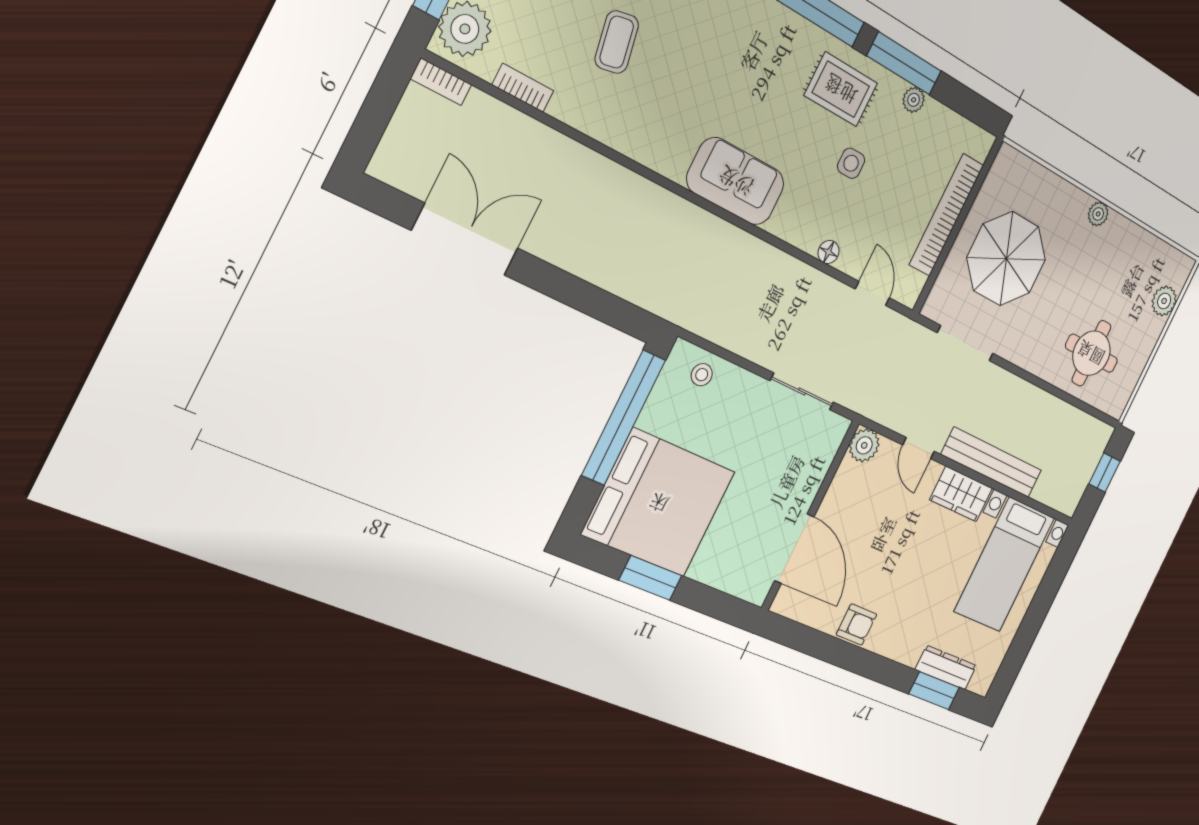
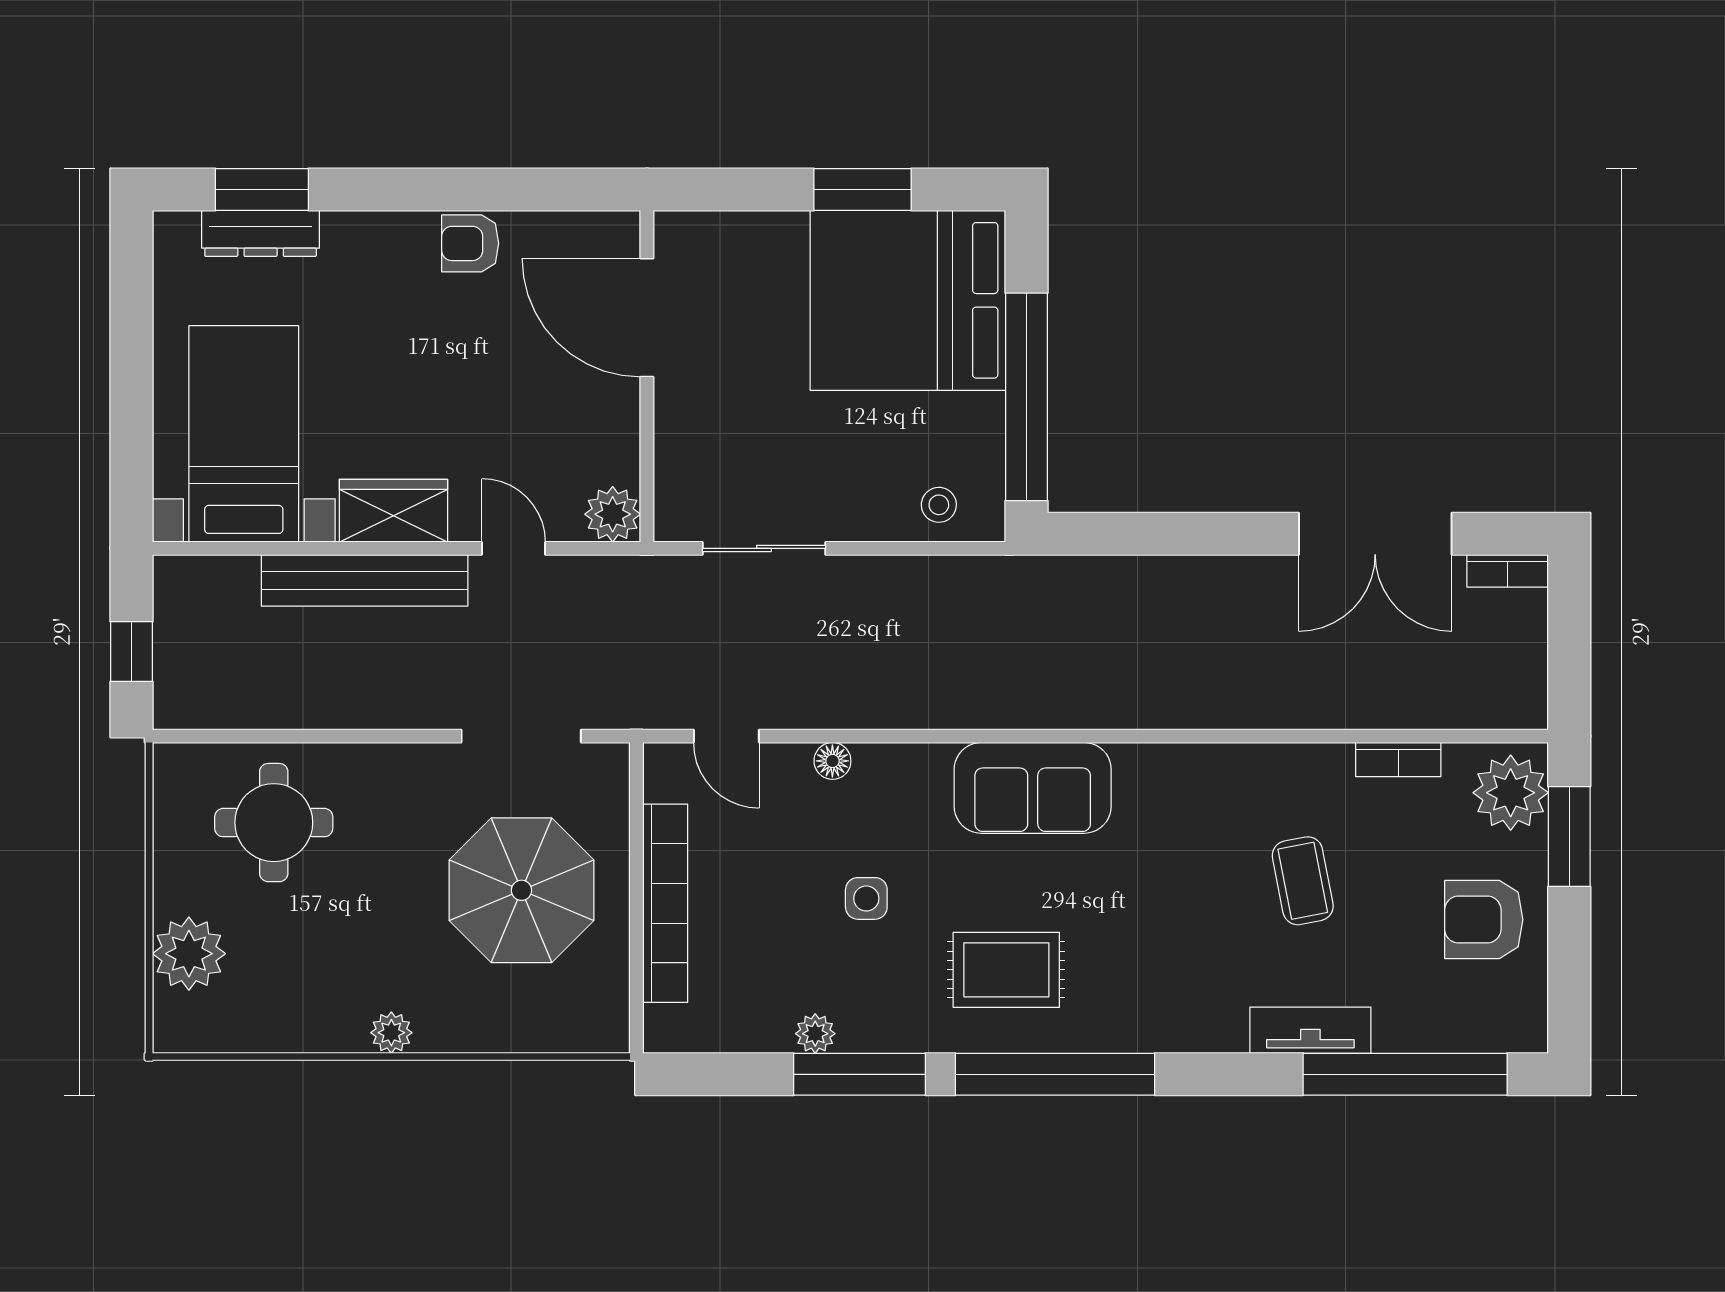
bookcase: (441, 82) -> (1508, 571), moved, turned 180
rug: (841, 89) -> (1006, 970), moved
plant: (1164, 301) -> (189, 954), width x1.36, depth x1.36

